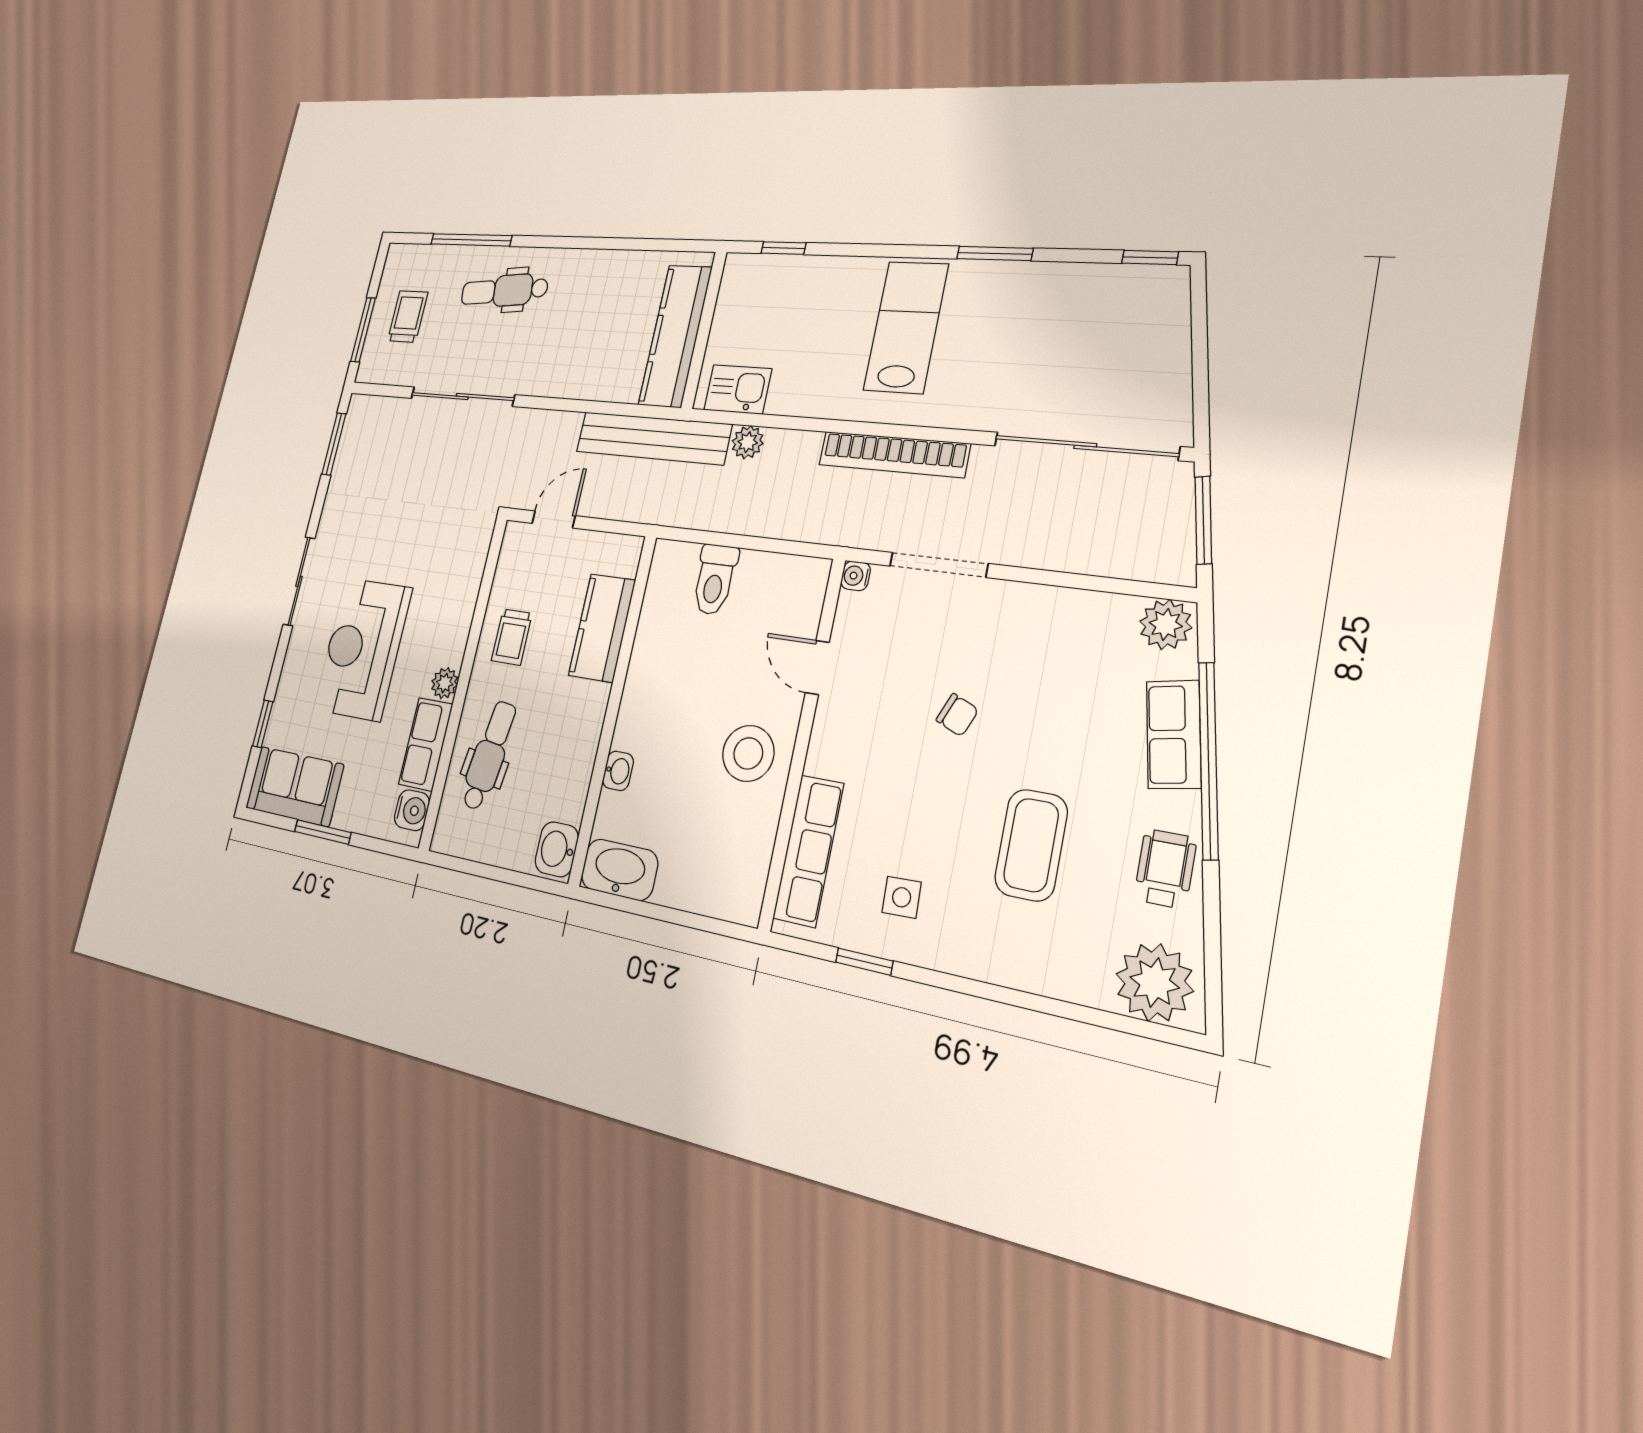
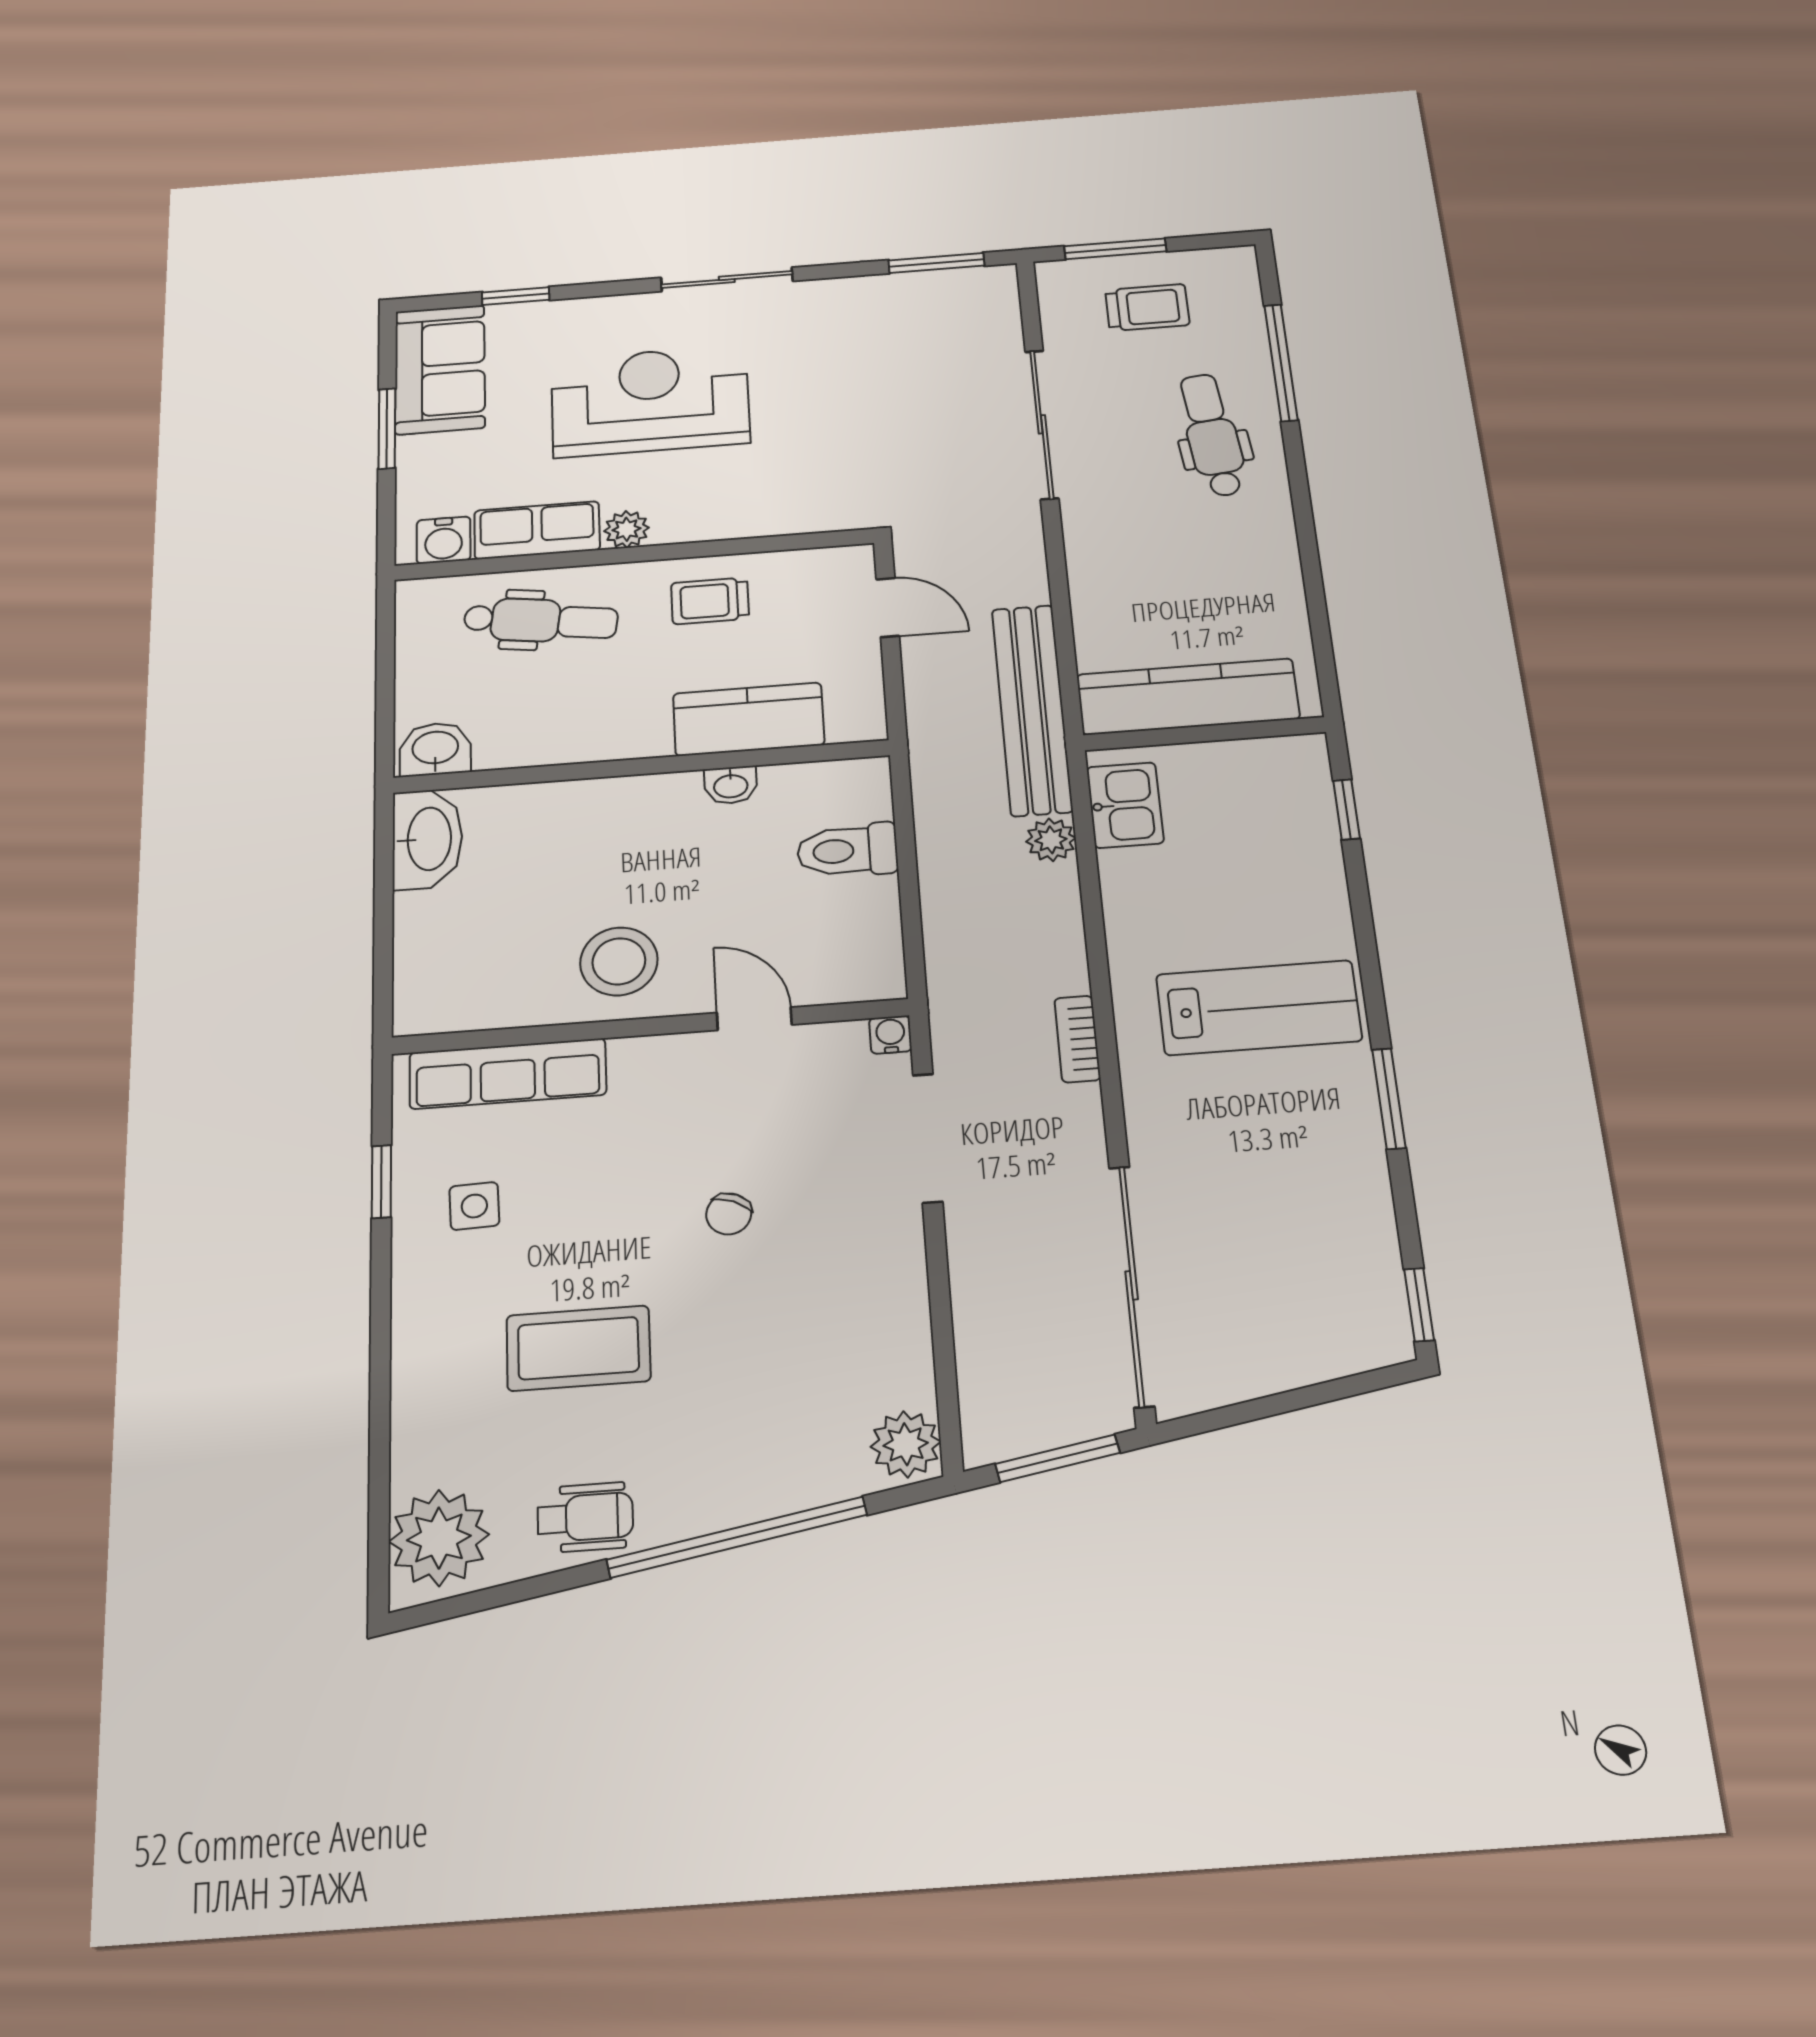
bookcase: (894, 454) -> (1077, 1039), width x0.43, depth x0.76
door: (817, 667) -> (754, 1019), hinge flipped
row of seats: (1174, 734) -> (761, 1488), removed
washbasin: (618, 771) -> (731, 785), moved

